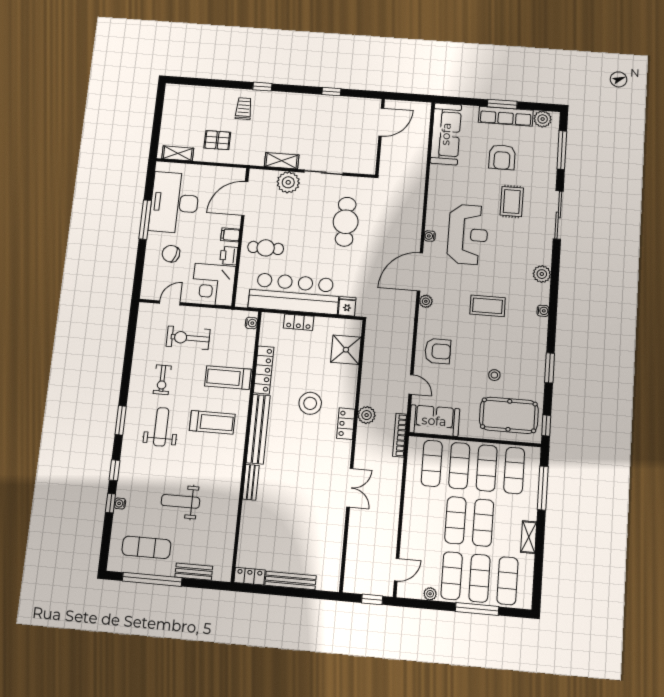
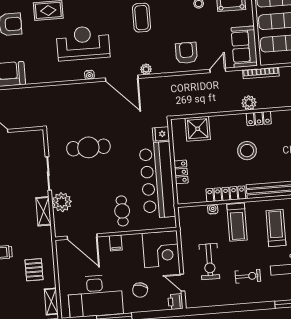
printer: (229, 256) -> (175, 302), moved, turned 90
water cooler: (251, 323) -> (213, 209), moved

